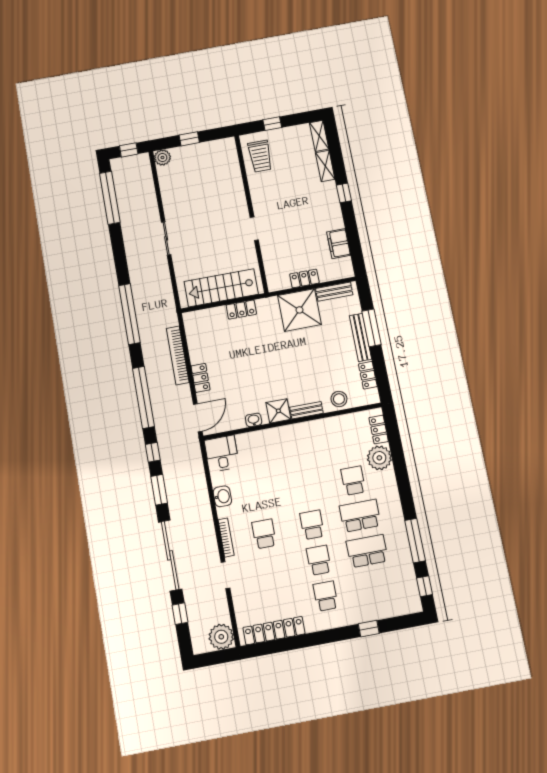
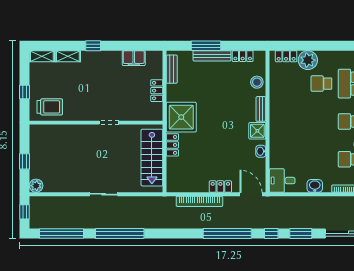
shower: (300, 310) -> (181, 117), moved
window: (129, 314) -> (120, 234), moved

